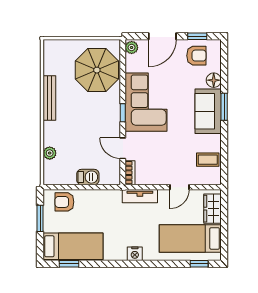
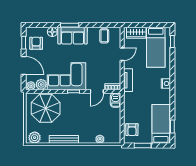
plant: (52, 53) -> (35, 138), added
plant: (133, 63) -> (41, 84), added
barbecue: (88, 177) -> (116, 100), moved
door: (179, 187) -> (122, 54), hinge flipped

